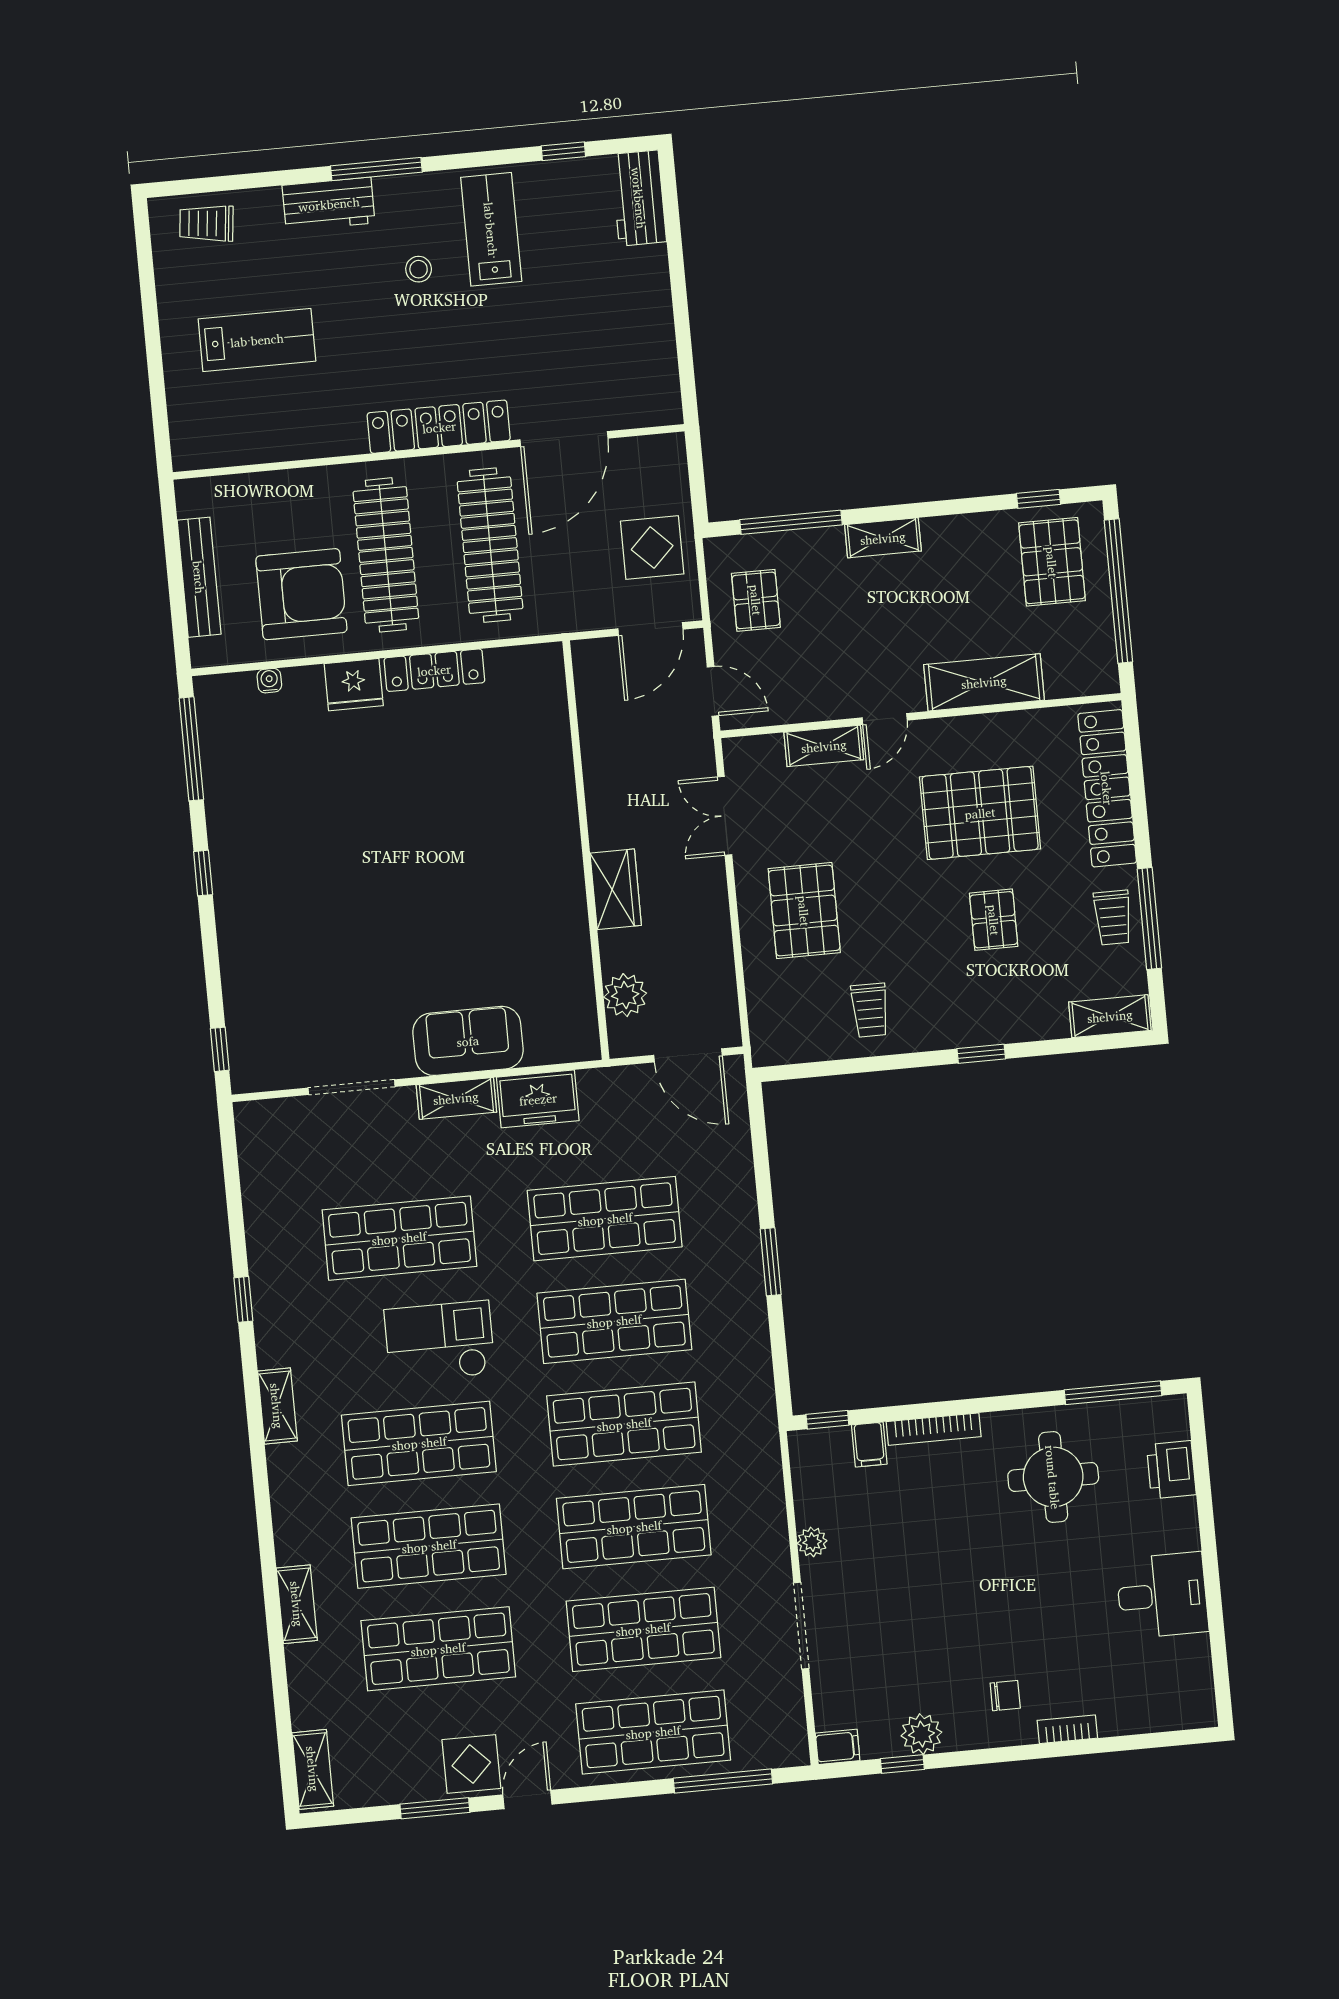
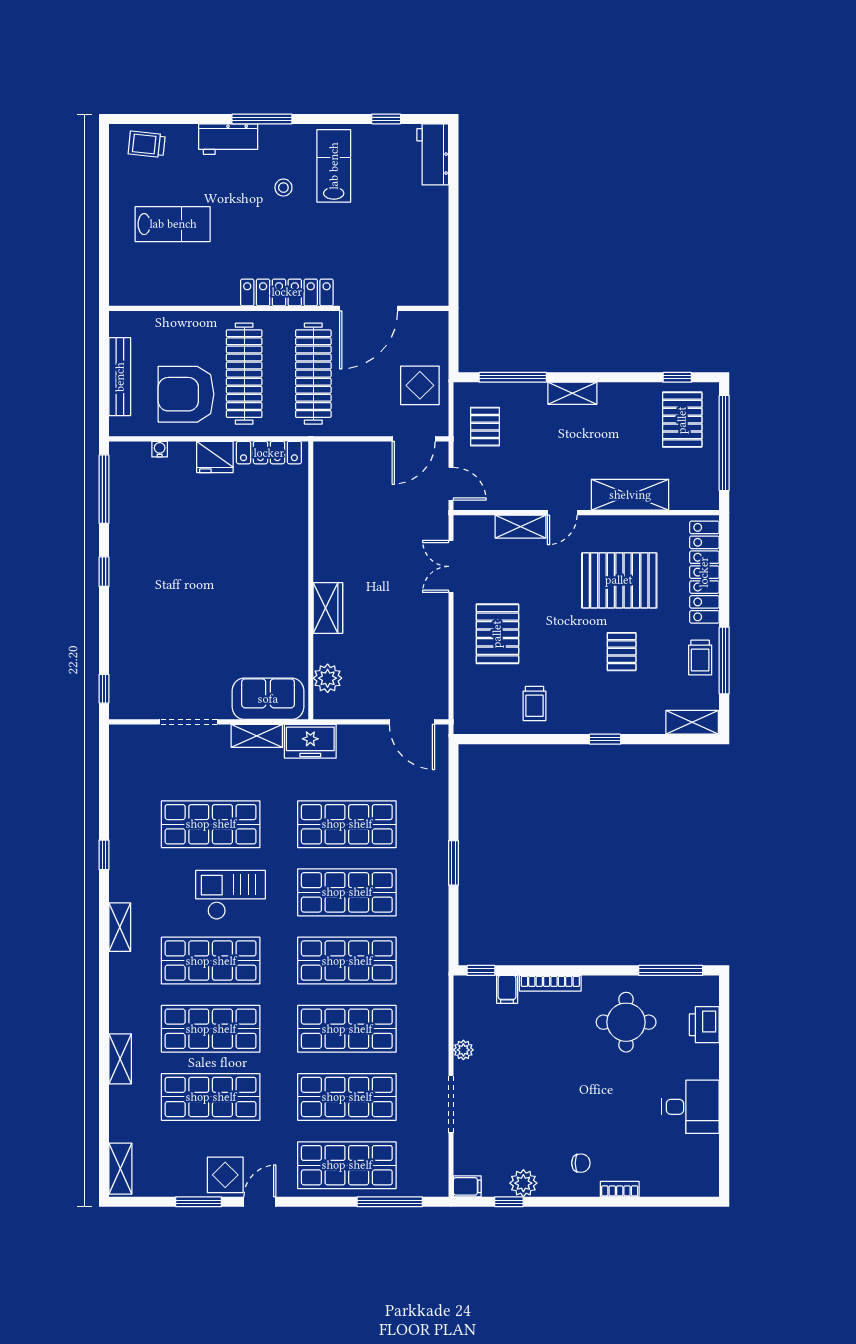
armchair: (301, 594) -> (186, 394), turned 180
wall: (586, 850) -> (311, 580), moved
wardrobe: (616, 889) -> (328, 608), moved
plant: (625, 995) -> (328, 678), moved

